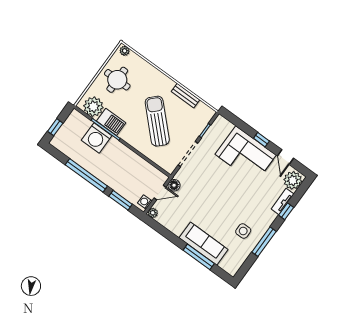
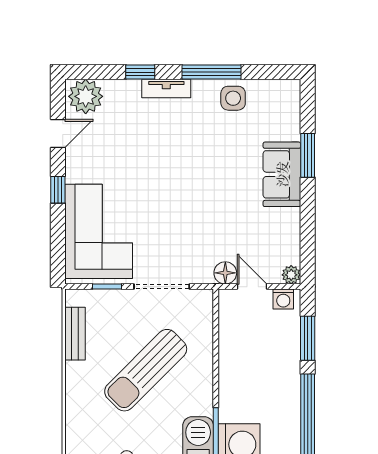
bench: (186, 96) -> (75, 334), moved
corner sofa: (246, 155) -> (99, 231), moved
tv unit: (283, 201) -> (166, 88), moved
side table: (243, 231) -> (233, 98), moved
sofa: (204, 244) -> (282, 174), width x0.73
window: (199, 257) -> (308, 155), width x0.69

